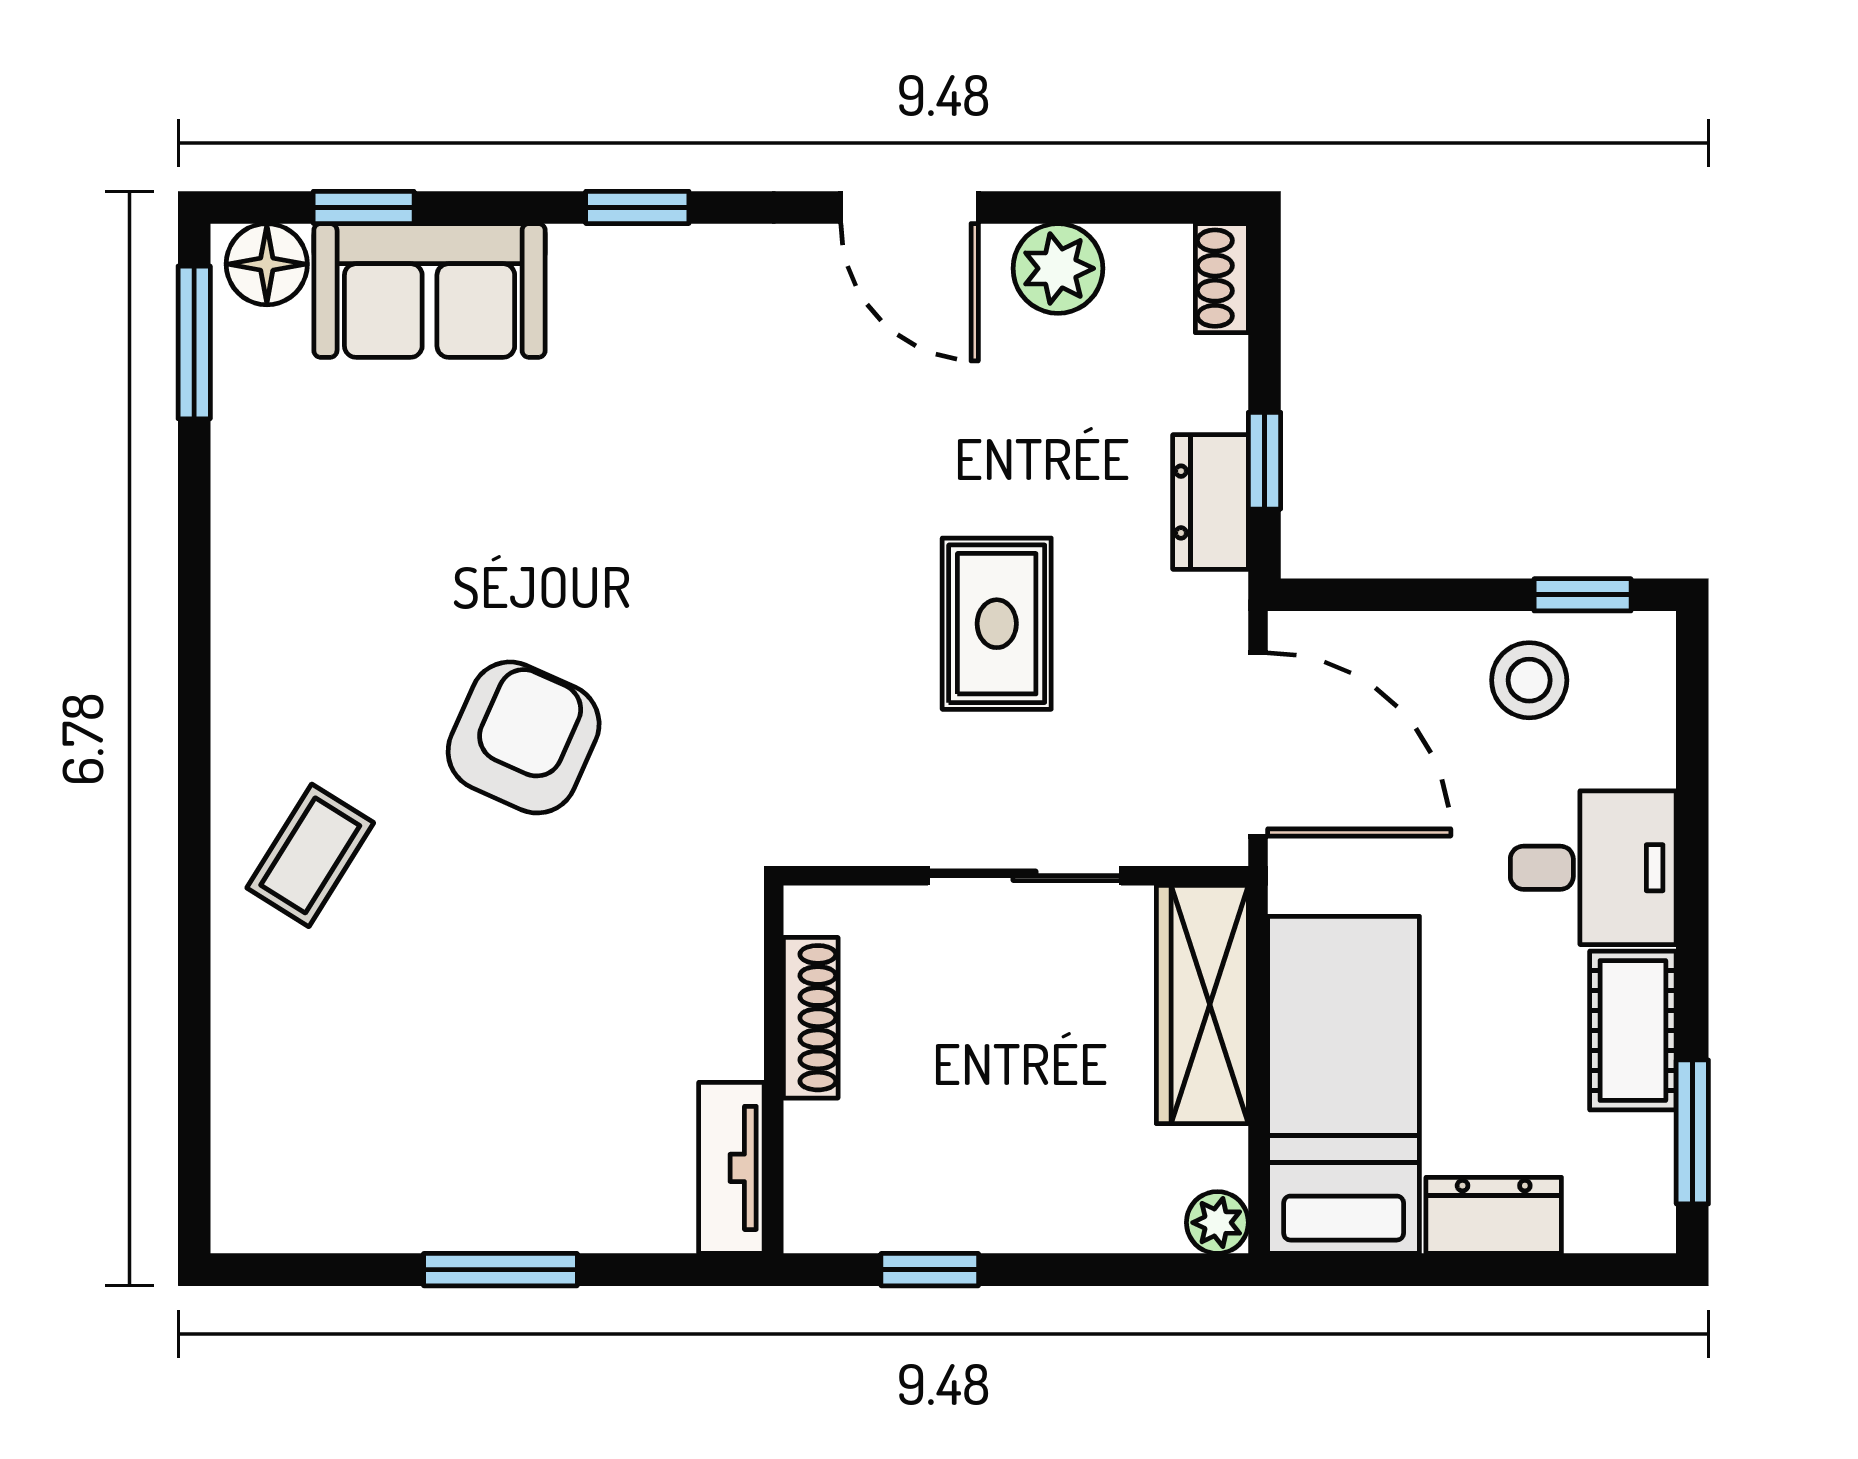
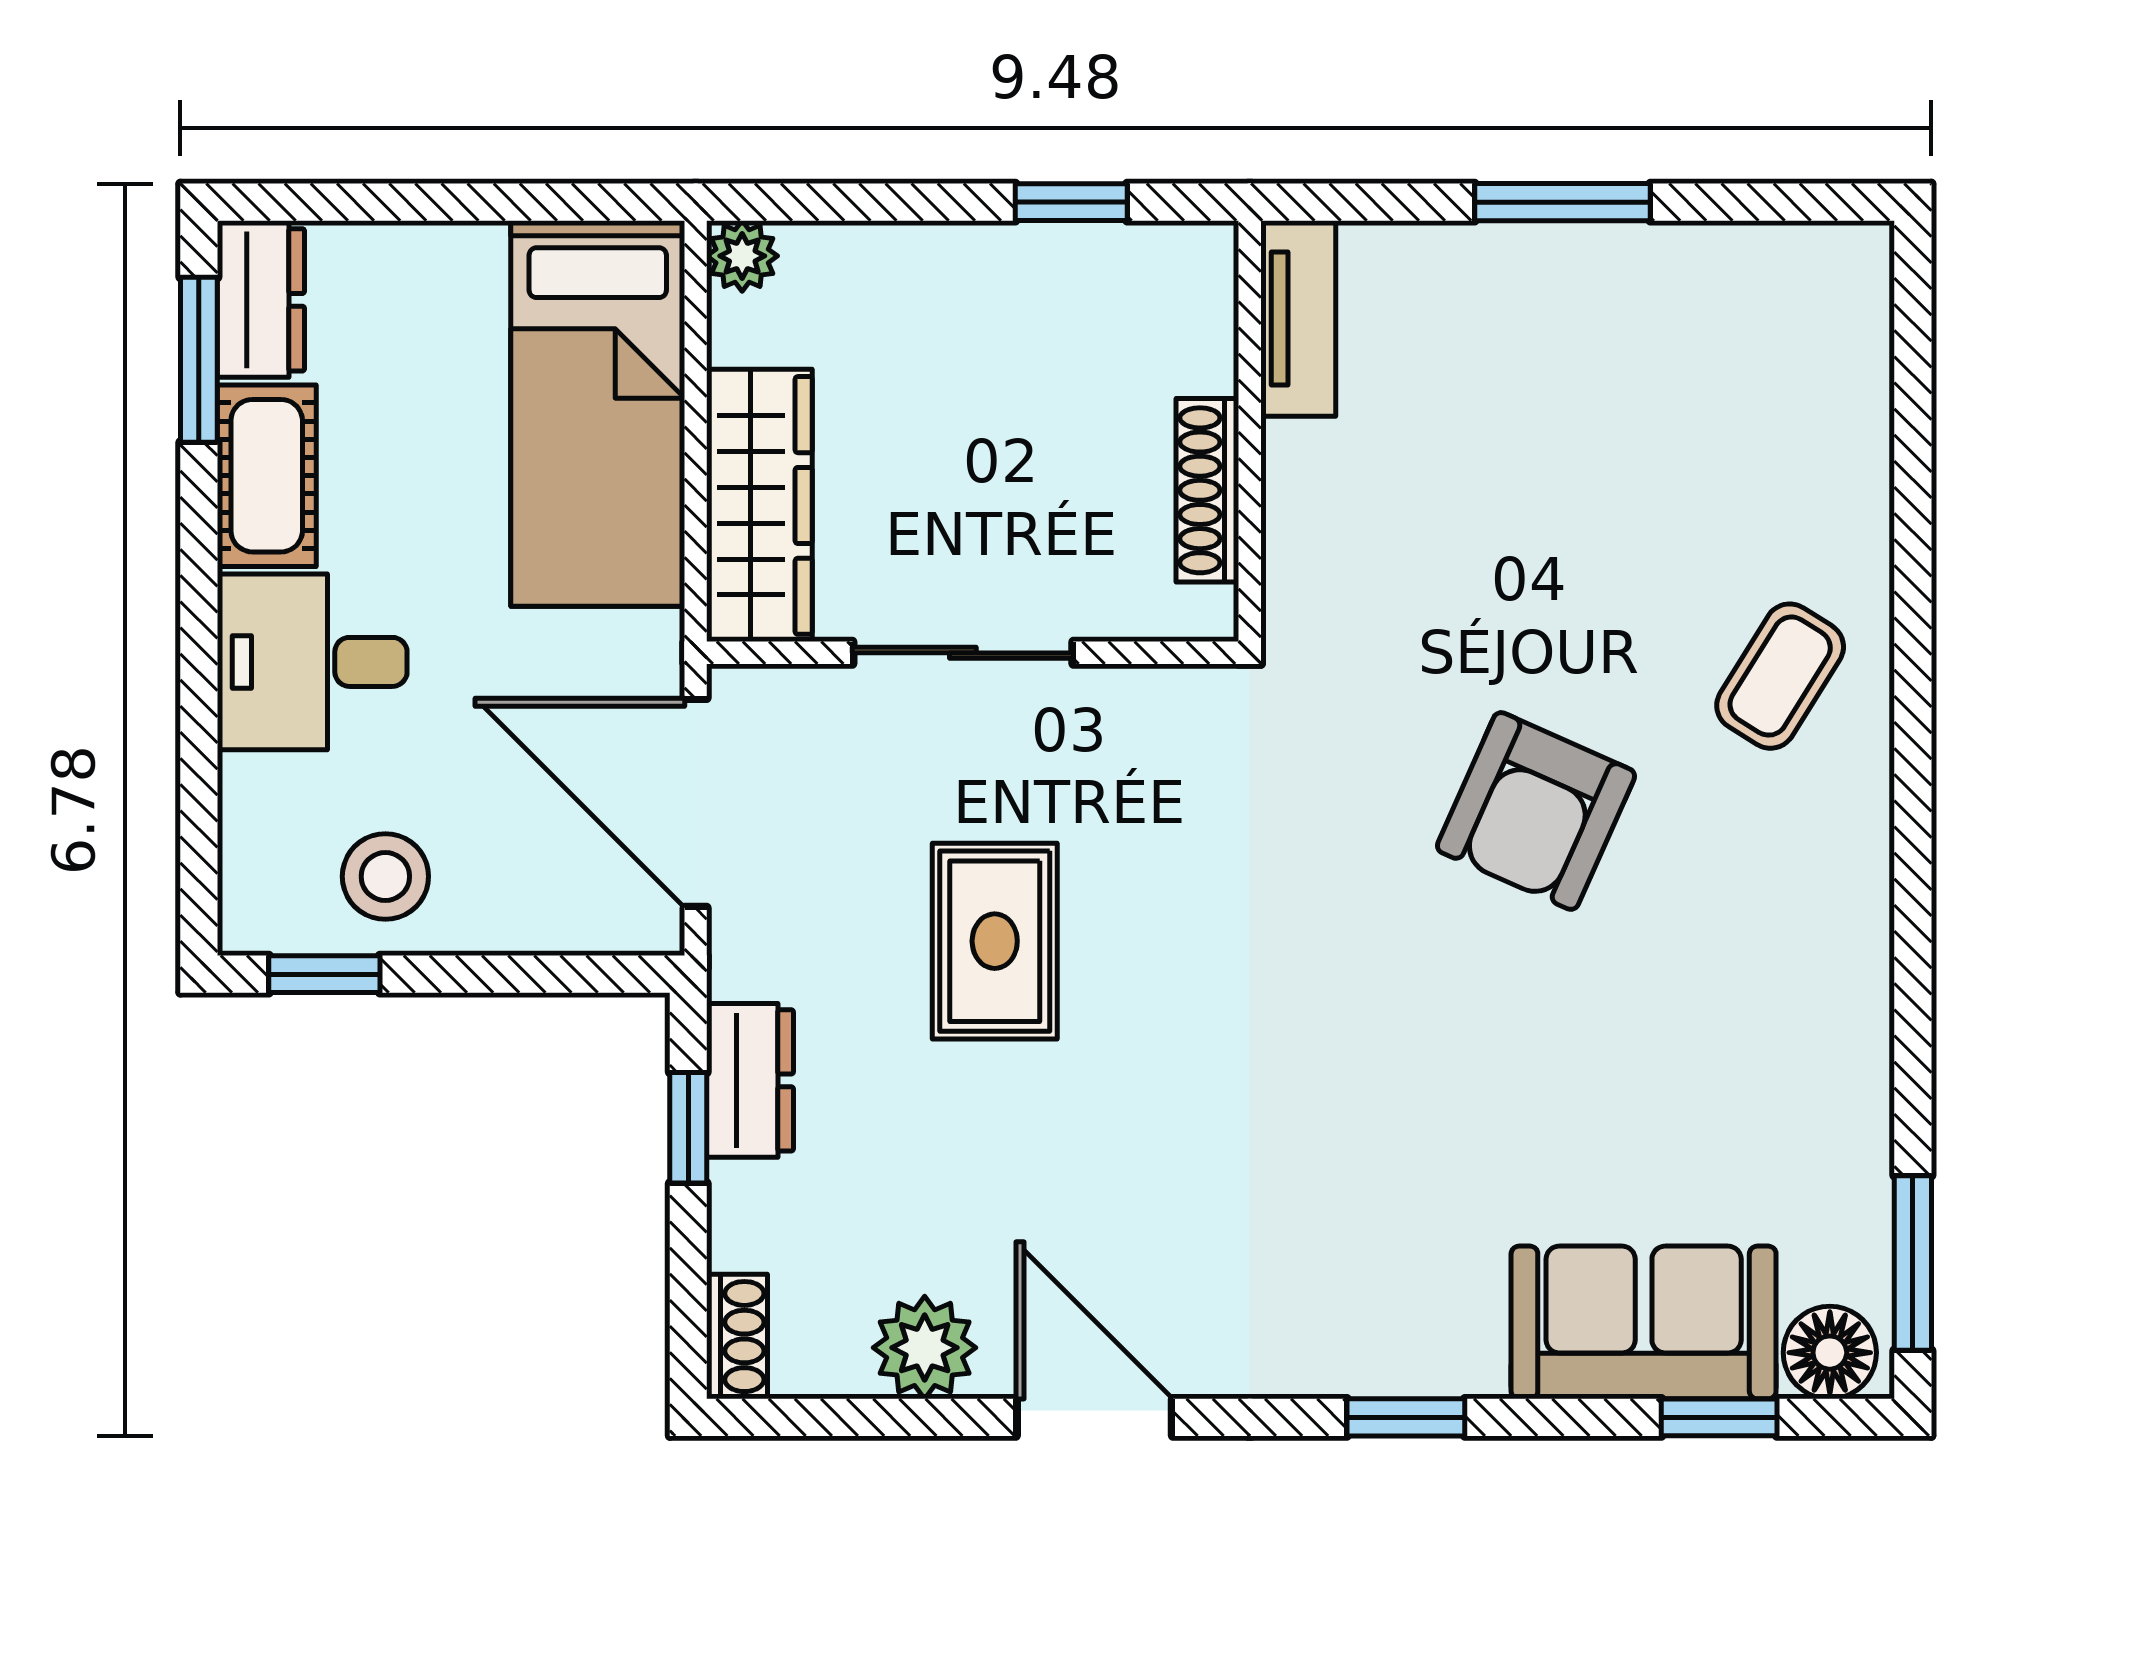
dresser: (1494, 1215) -> (261, 300), moved, turned -90

